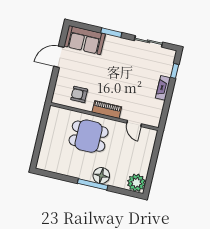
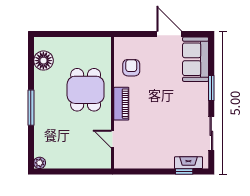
fireplace: (163, 88) -> (188, 163), moved
door: (134, 123) -> (113, 139), hinge flipped
floor lamp: (101, 176) -> (43, 61), moved
plant: (136, 183) -> (40, 163), width x0.53, depth x0.53

